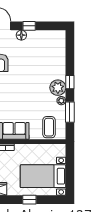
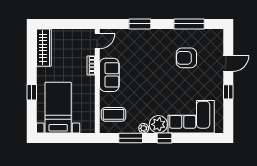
floor lamp: (21, 35) -> (218, 83), removed
corner sofa: (51, 59) -> (191, 117), added

